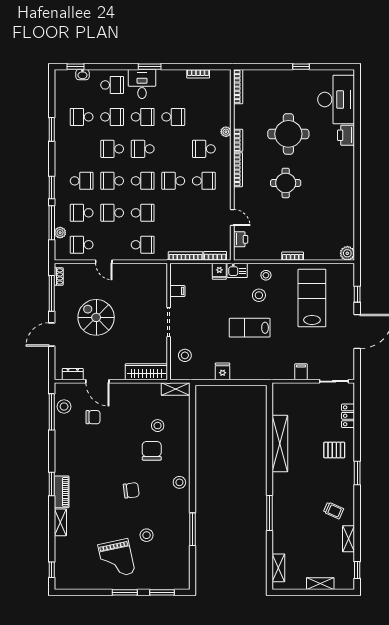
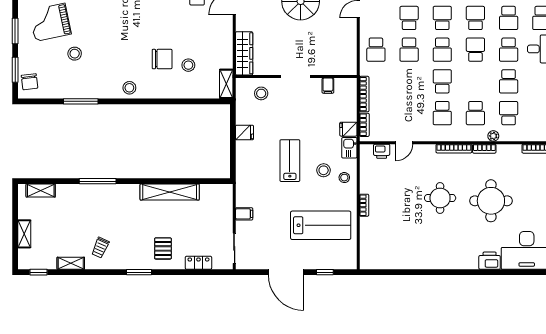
school desk: (204, 117) -> (509, 113), added
school desk: (204, 149) -> (475, 113), turned 180
plant: (347, 253) -> (367, 262), removed
chair: (131, 490) -> (30, 82), moved

